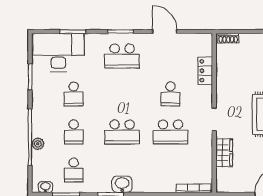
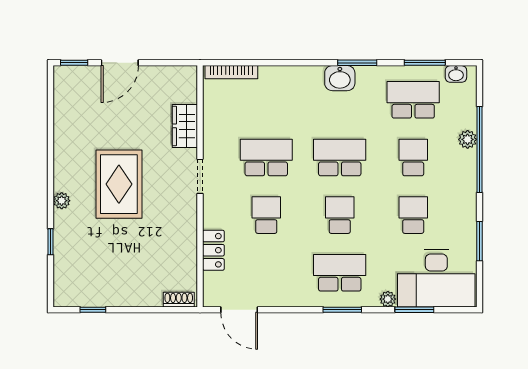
door: (165, 32) -> (239, 310), moved
plant: (90, 39) -> (388, 299), added
school desk: (122, 94) -> (340, 215), added
school desk: (74, 170) -> (413, 100), width x1.85

